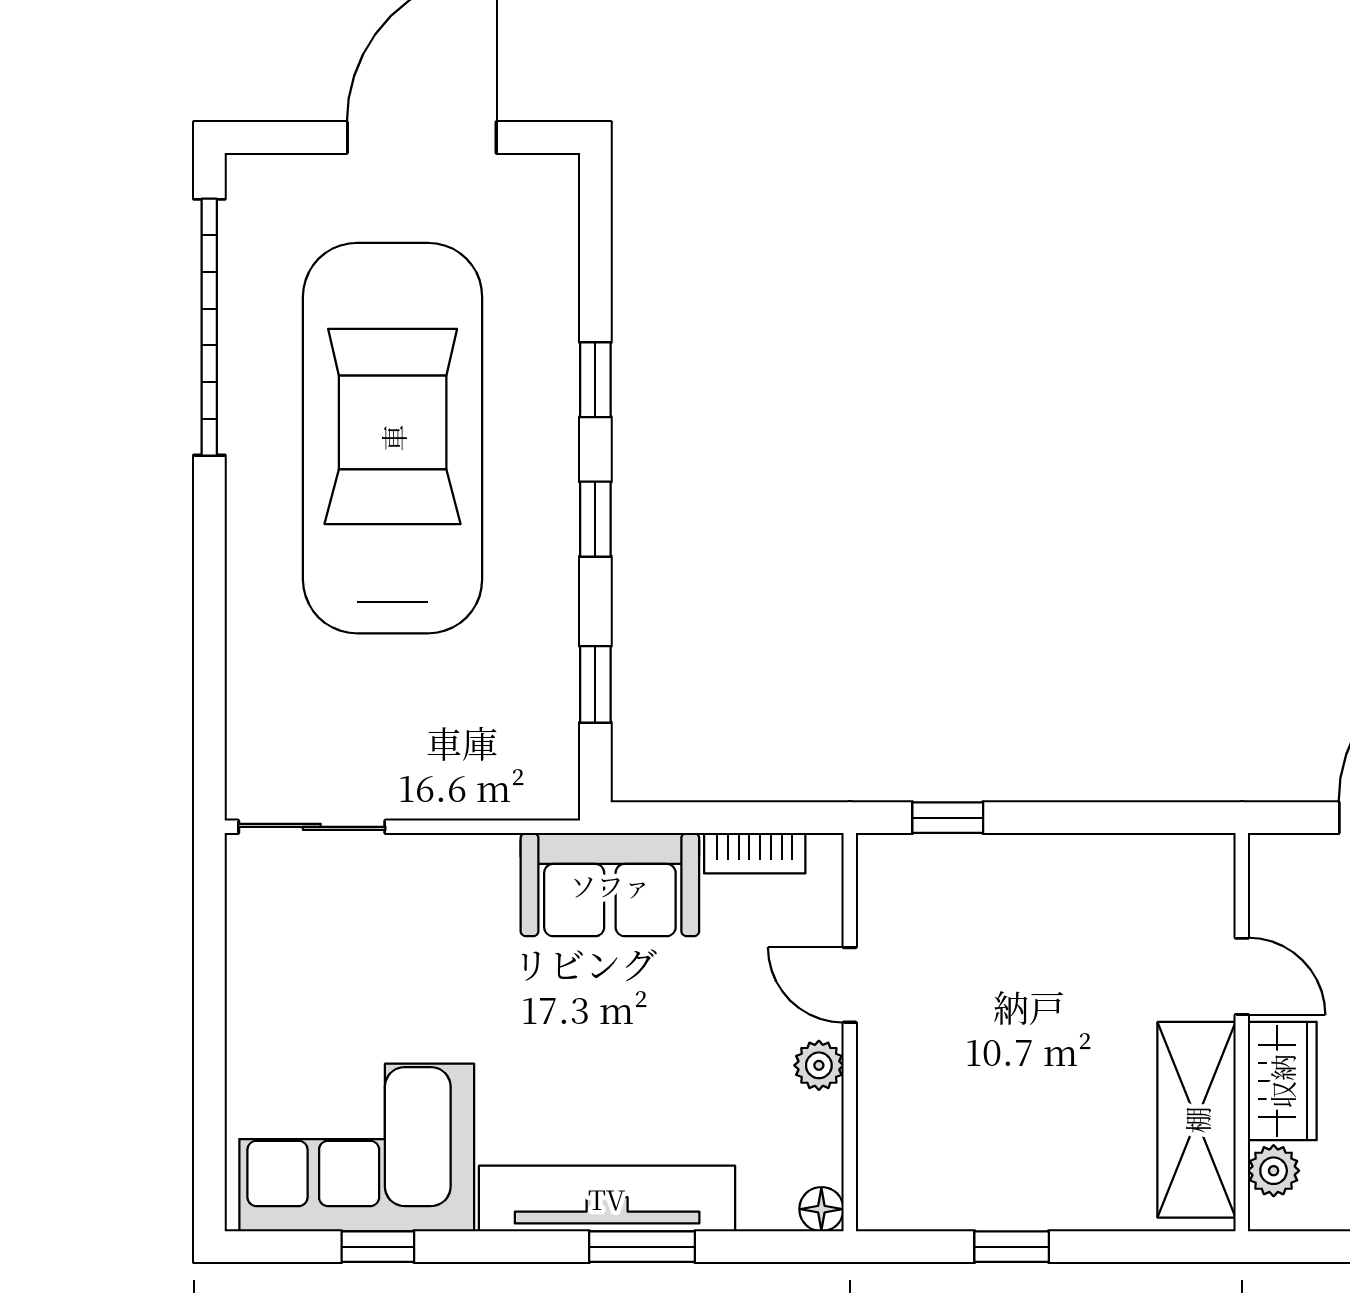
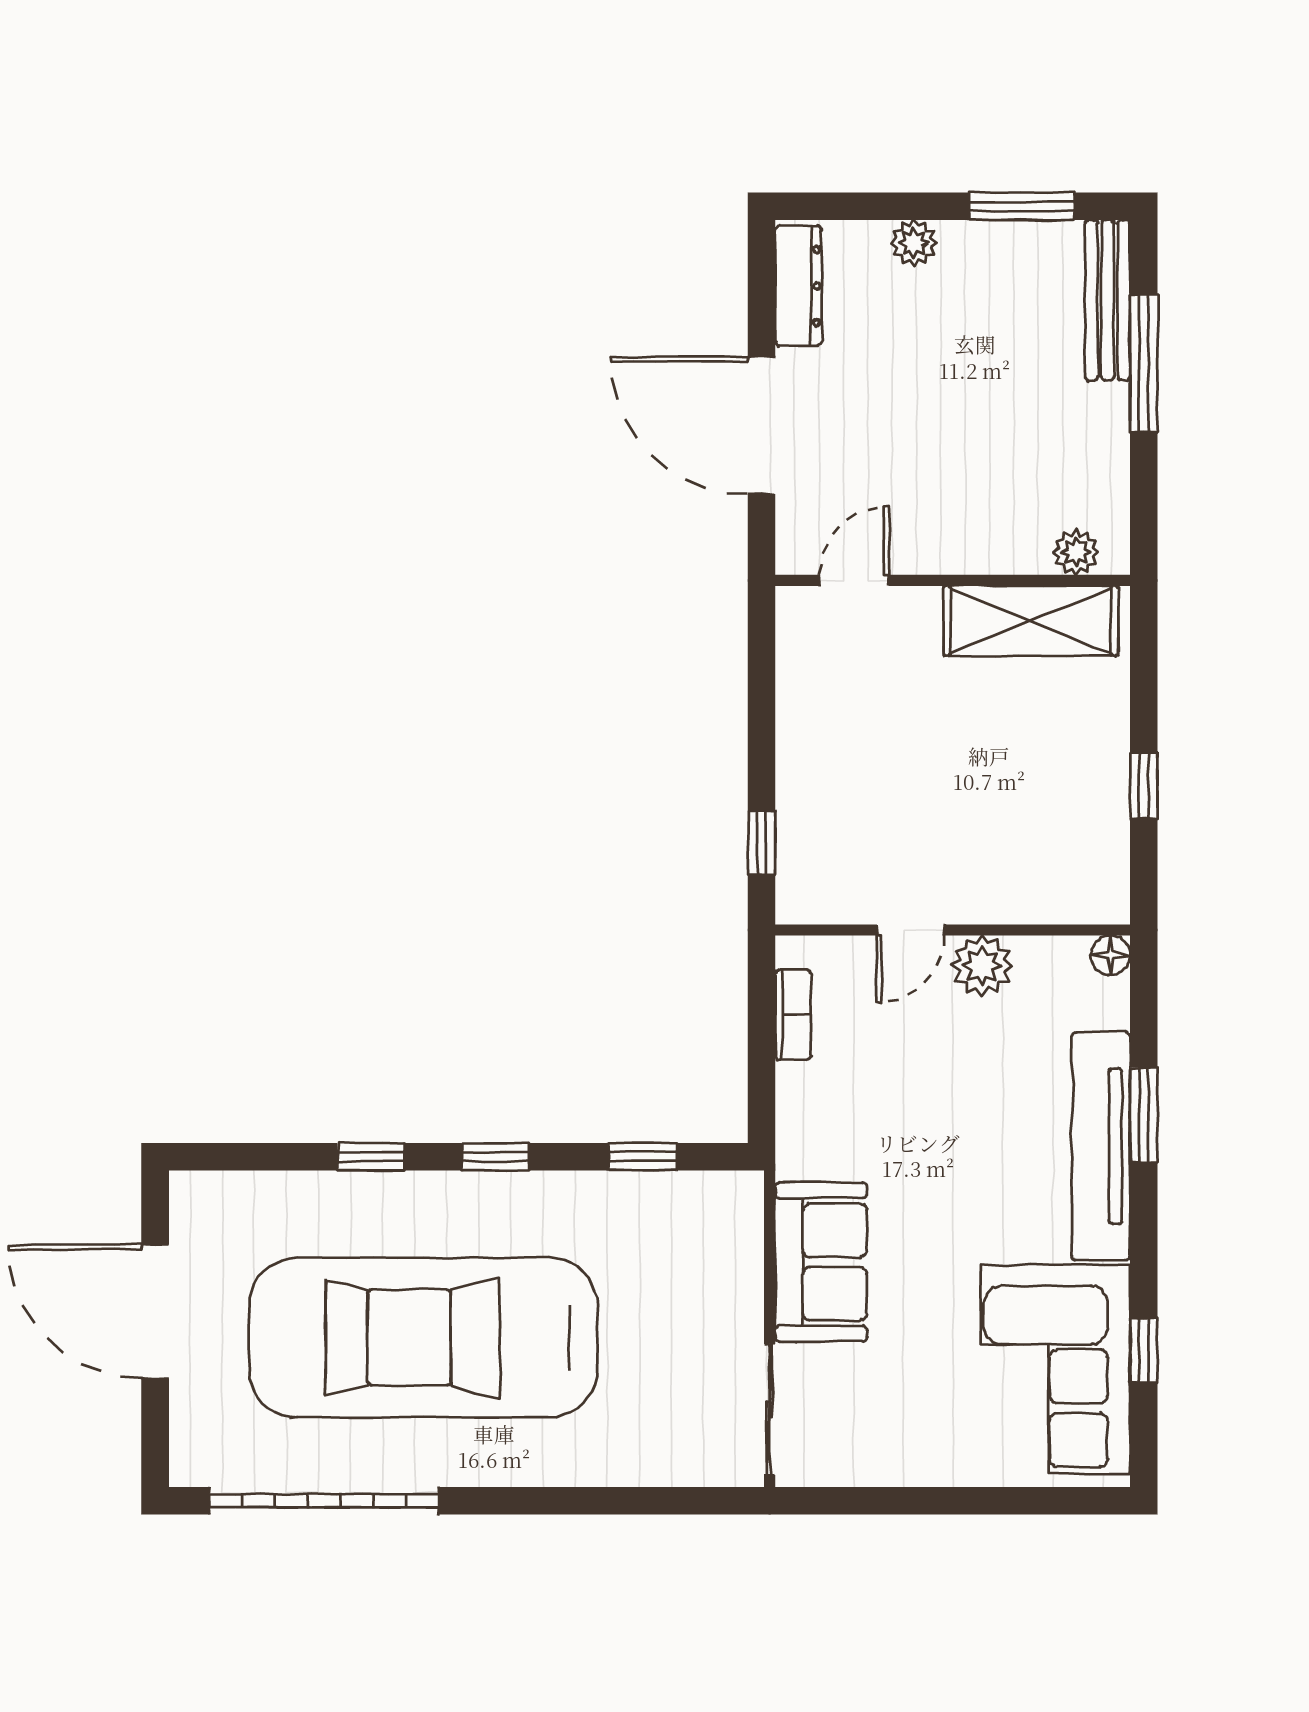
sofa: (610, 885) -> (821, 1262), moved
door: (1242, 976) -> (854, 580), moved
plant: (819, 1065) -> (982, 966), width x1.38, depth x1.38
wardrobe: (1282, 1081) -> (996, 544), removed

